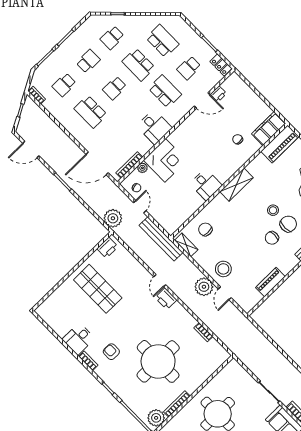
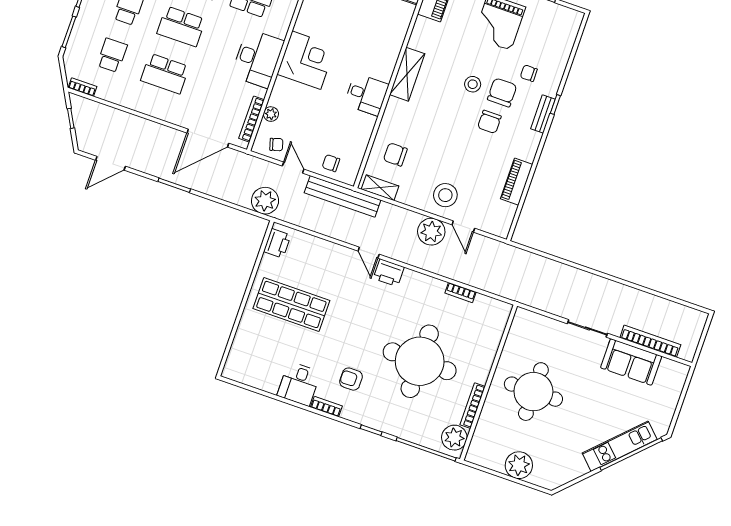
school desk: (64, 85) -> (112, 55), turned 180
school desk: (115, 88) -> (181, 26), width x1.85
desk: (154, 127) -> (258, 58), width x1.37
chair: (238, 139) -> (331, 163), moved
corner desk: (165, 160) -> (306, 60), moved

